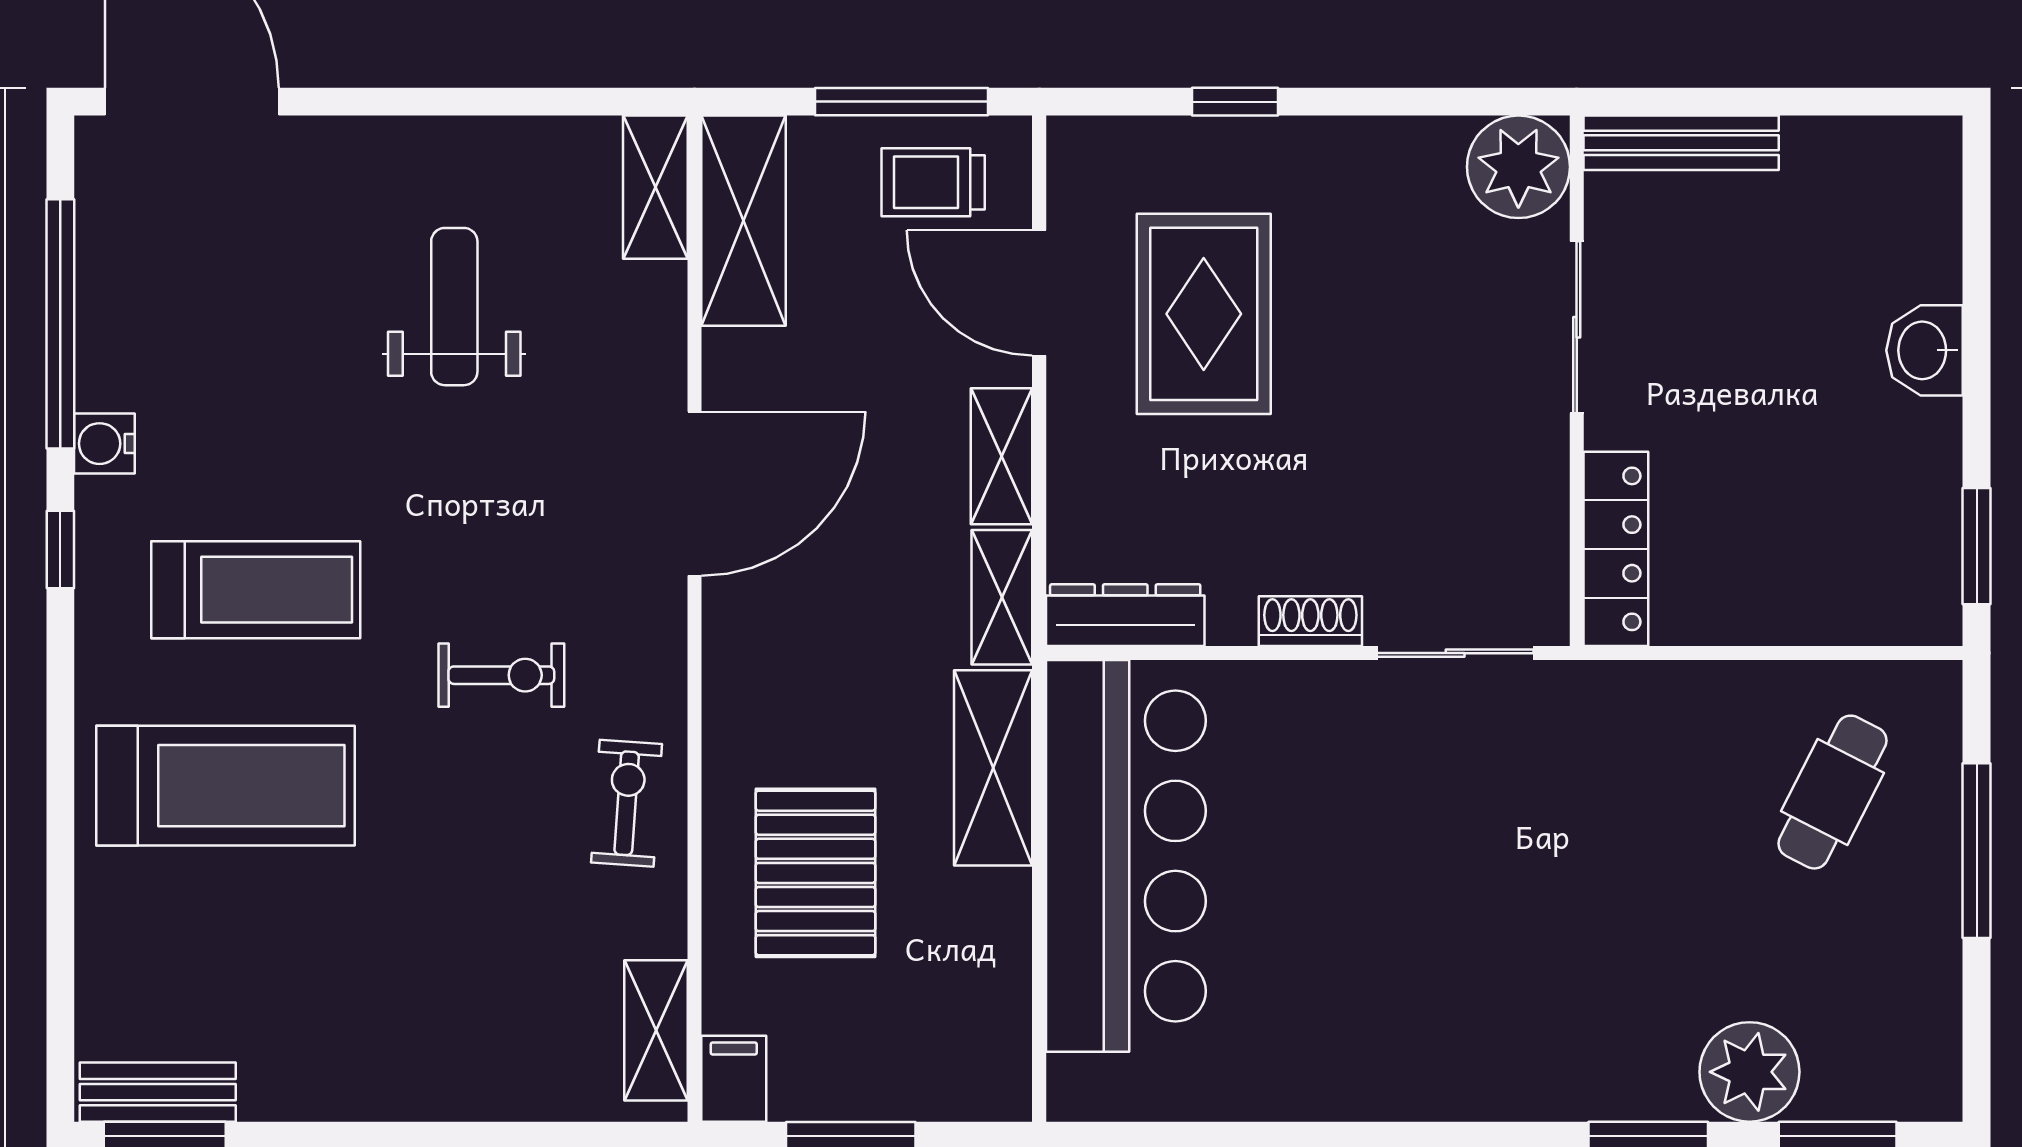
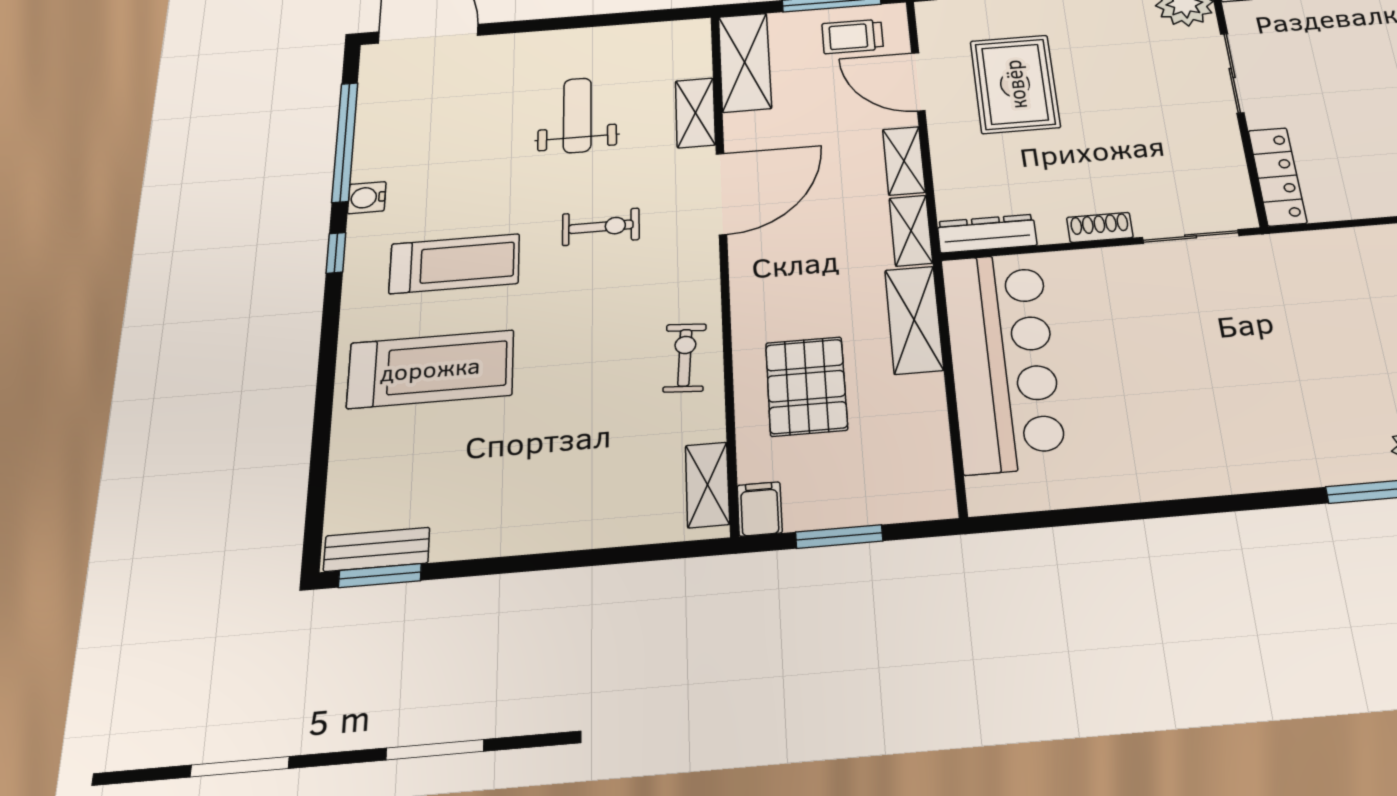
shelving: (655, 187) -> (695, 113), moved
exercise bike: (501, 675) -> (601, 227), moved

